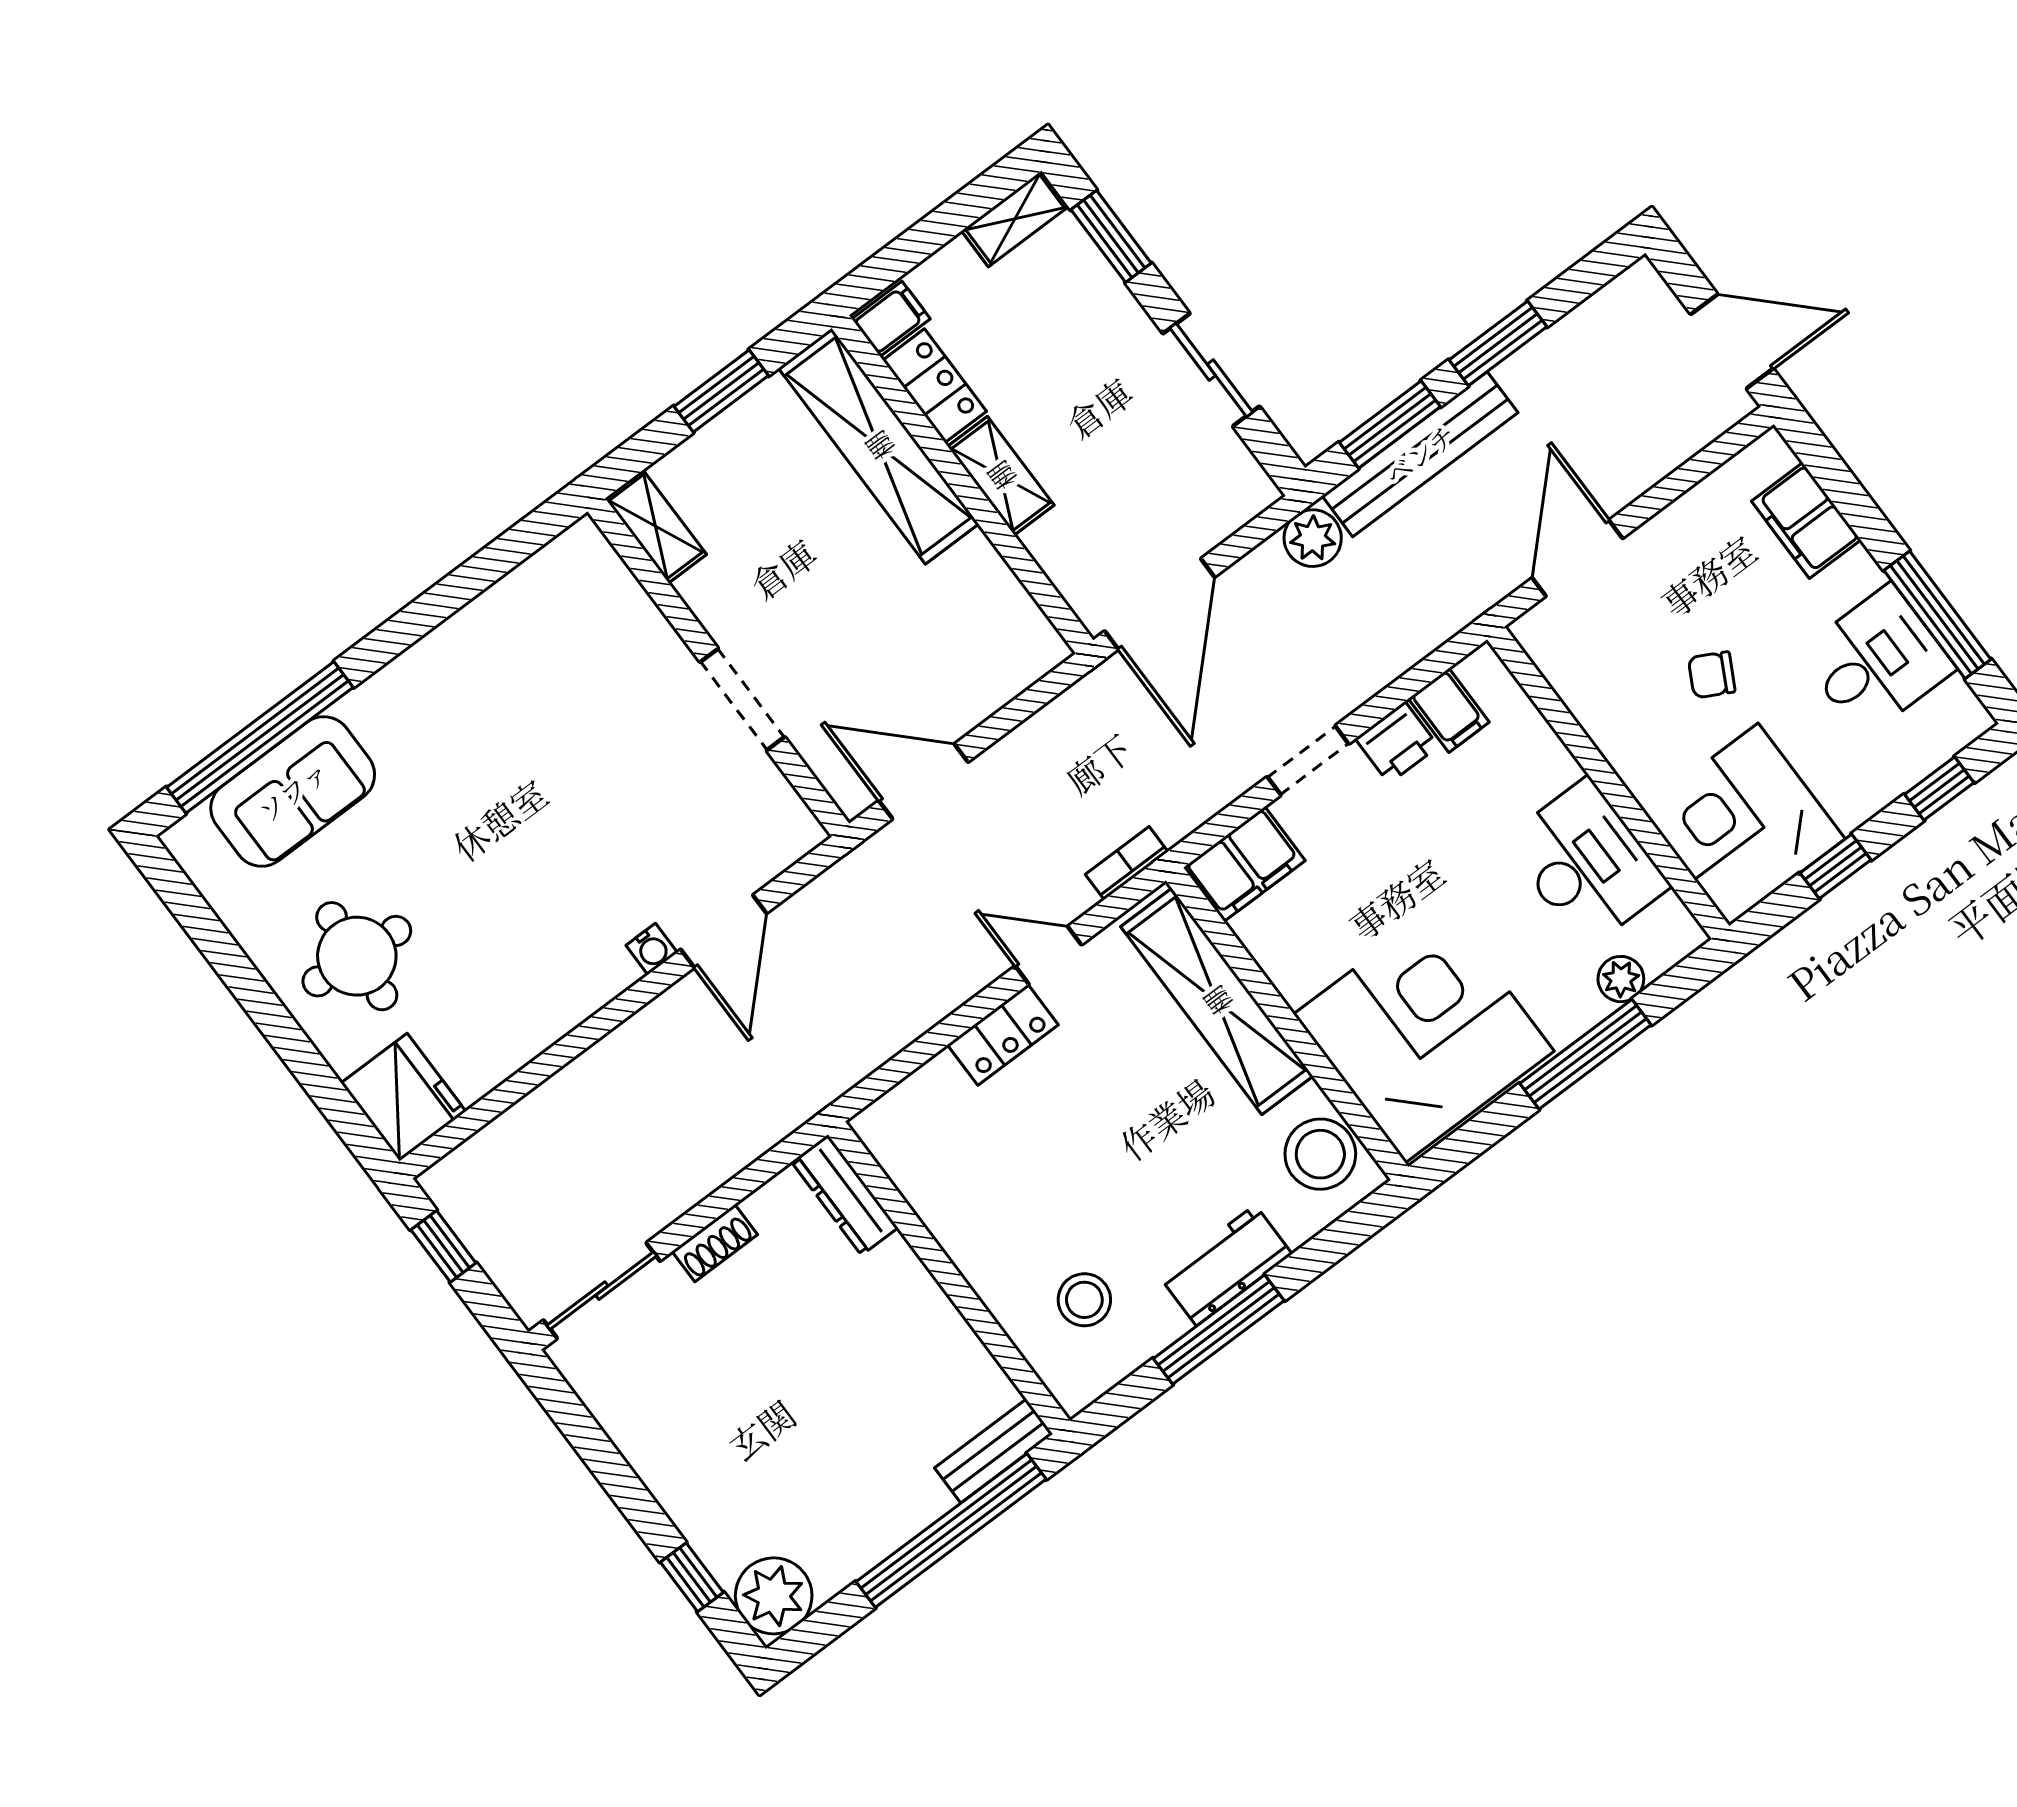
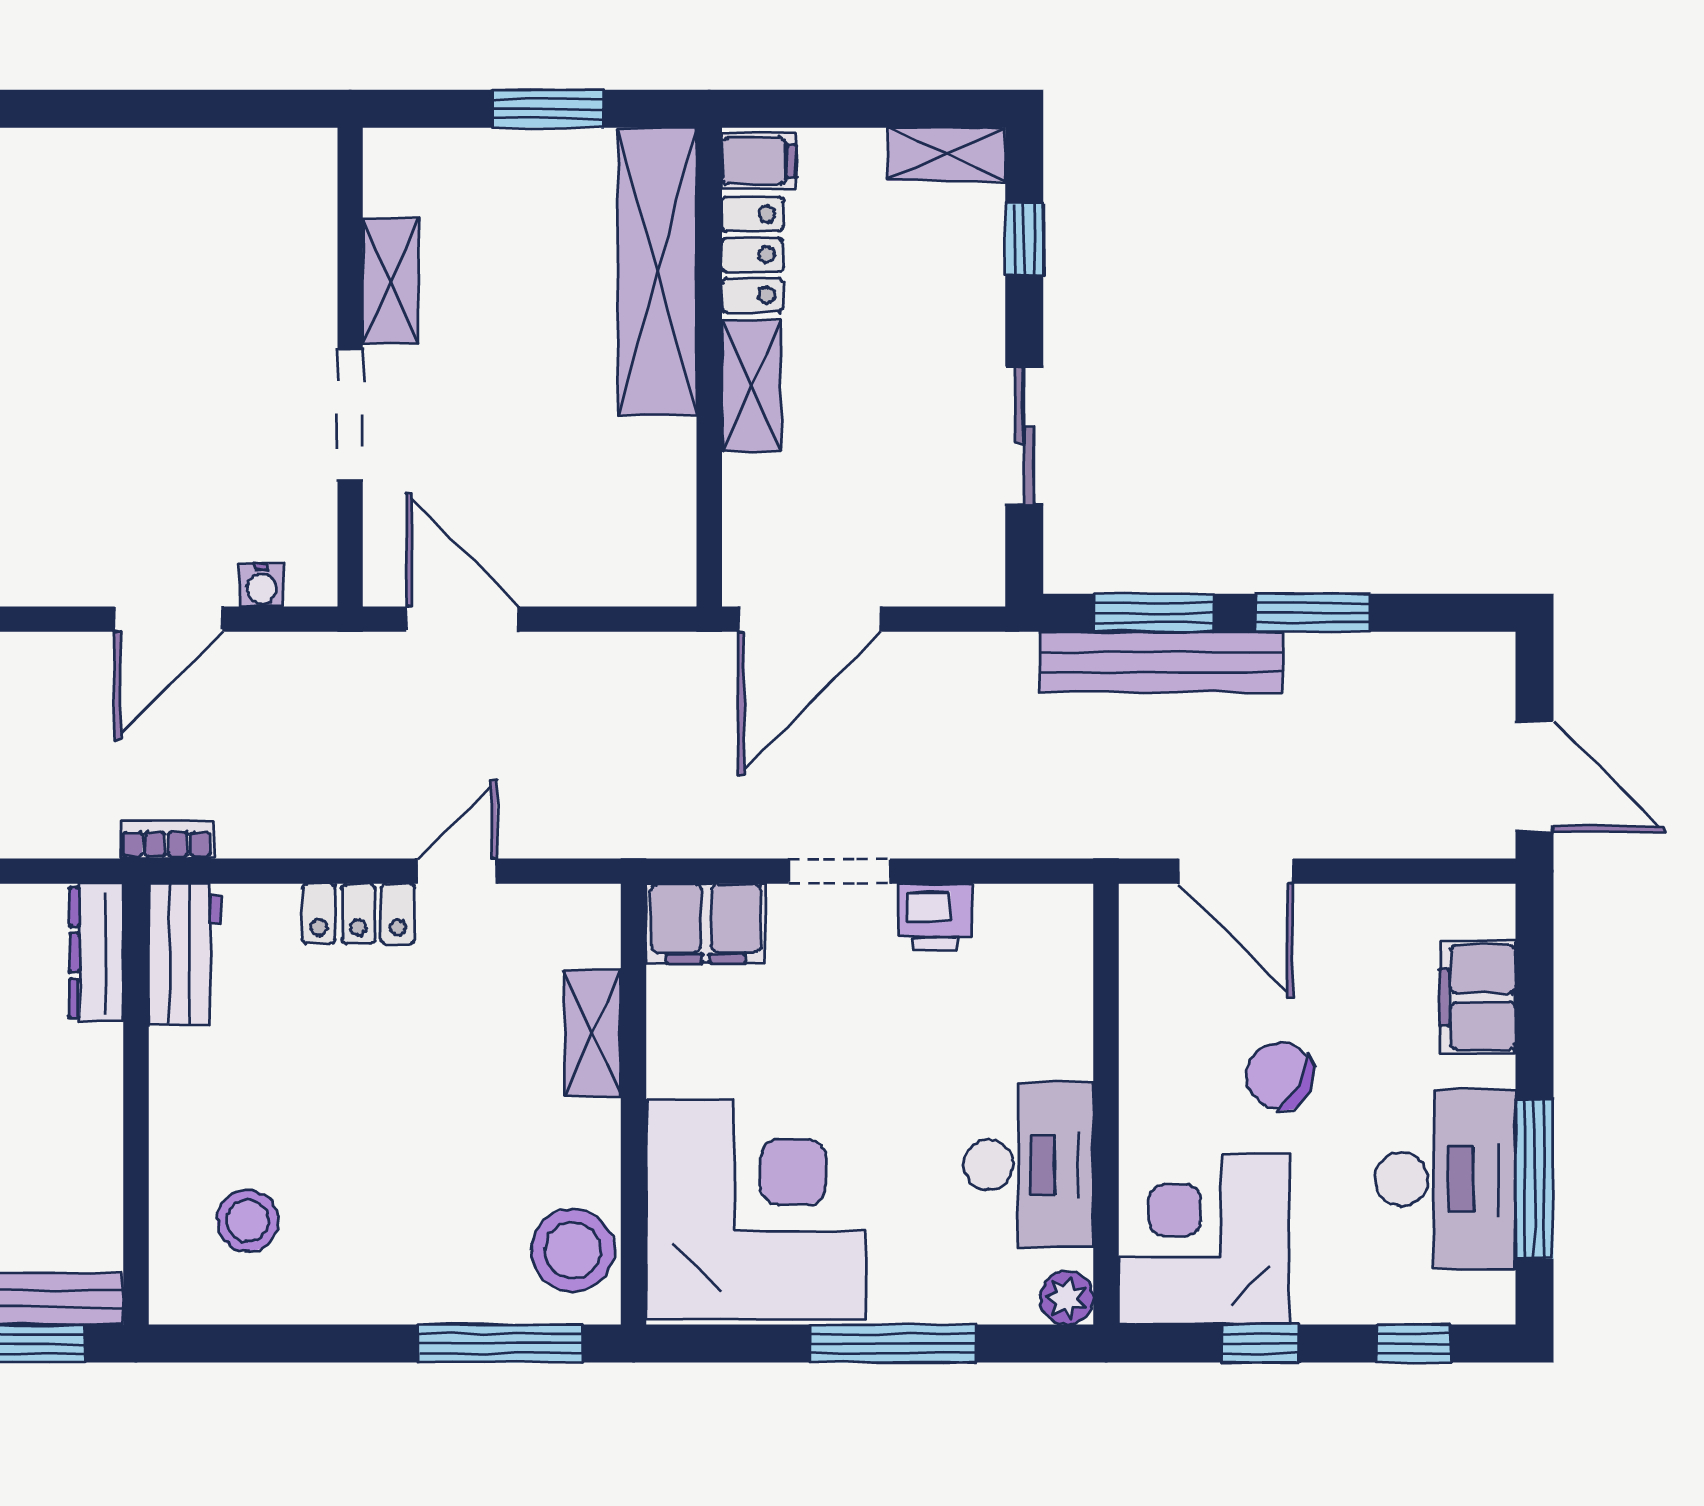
window: (1111, 236) -> (1024, 239), width x0.67
shelving: (656, 526) -> (391, 281), moved
plant: (1313, 538) -> (1001, 665), removed
door: (1577, 558) -> (1236, 871), swing flipped
desk: (1877, 661) -> (1445, 1179), width x1.37
chair: (1712, 675) -> (1280, 1076), width x1.37, depth x1.37
filing cabinet: (1449, 710) -> (1007, 924), removed
bookcase: (1127, 863) -> (166, 840), moved
water cooler: (652, 949) -> (262, 585), moved
door: (1048, 955) -> (457, 871), hinge flipped
plant: (1621, 979) -> (1067, 1298), moved
shelving: (1217, 1001) -> (593, 1033), width x0.45, depth x0.75
workbench: (1226, 1265) -> (185, 954), moved, turned 90
window: (1219, 1330) -> (500, 1344), moved

